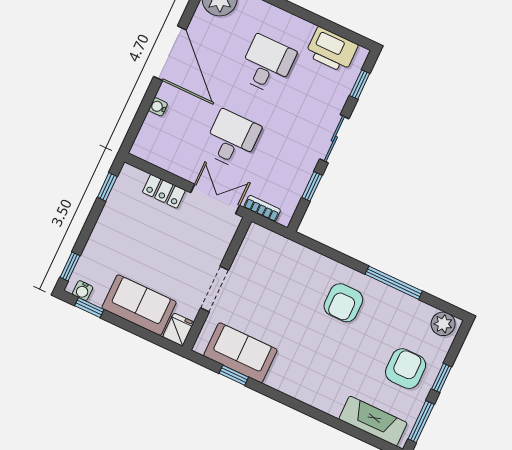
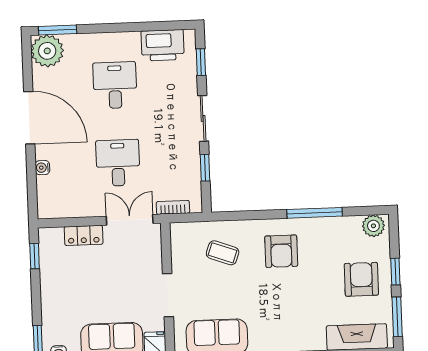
coffee table: (287, 276) -> (223, 253), added

